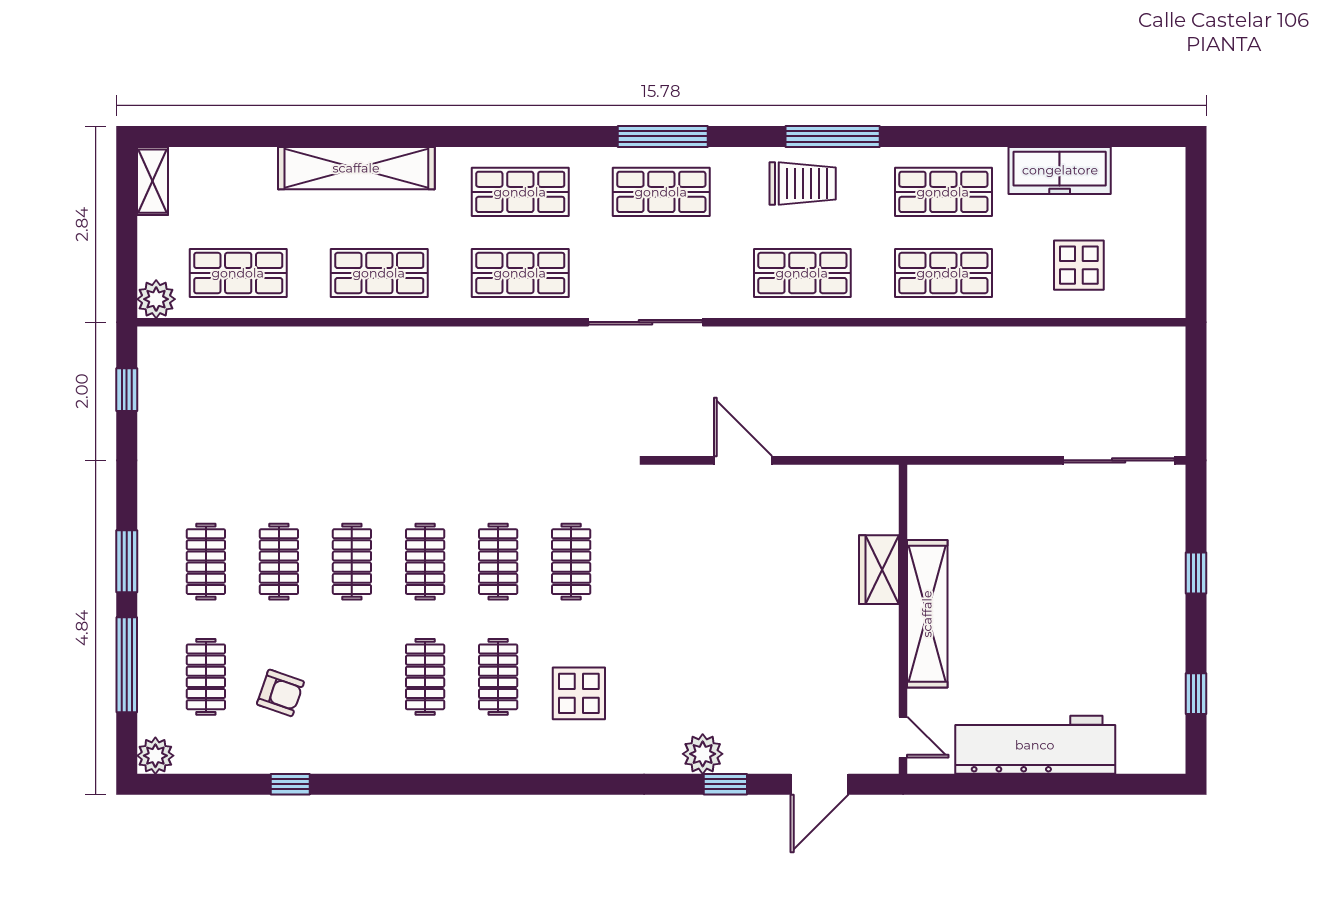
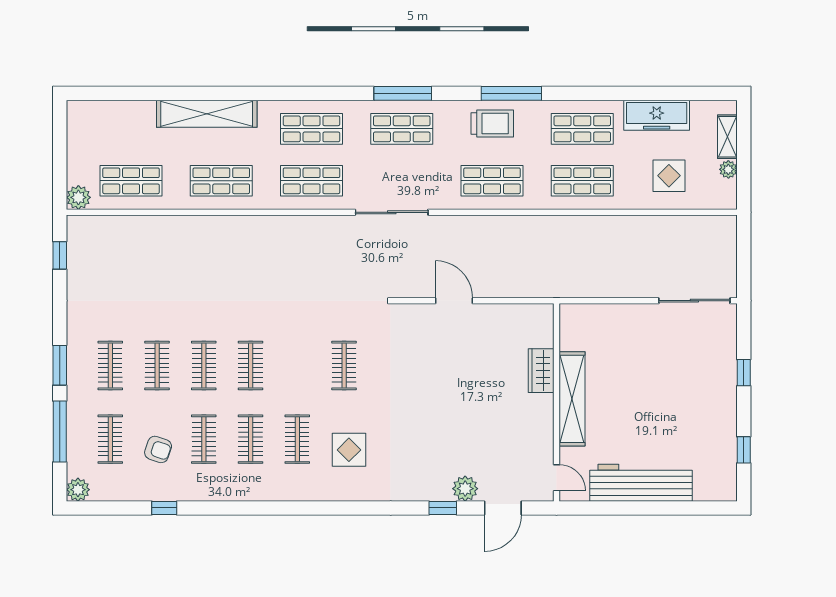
shelving: (153, 181) -> (727, 137), moved
plant: (1172, 255) -> (728, 169), added
clothes rail: (498, 562) -> (204, 439), moved
plant: (703, 754) -> (465, 489), moved

